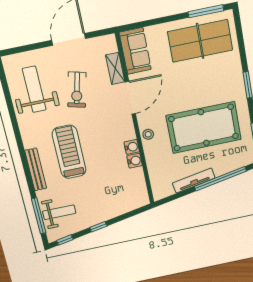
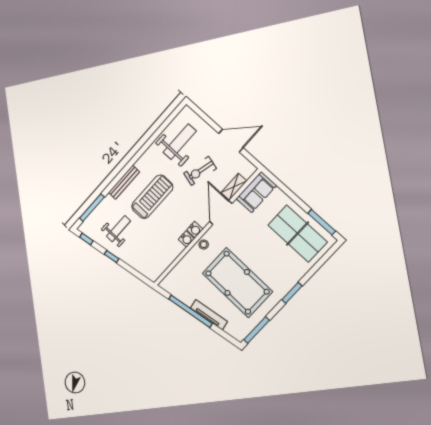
door: (130, 98) -> (221, 213), swing flipped
water cooler: (135, 161) -> (195, 230), moved
window: (220, 179) -> (190, 311), moved
tv unit: (194, 181) -> (209, 315), moved
weight bench: (59, 212) -> (119, 229), moved, turned -90

